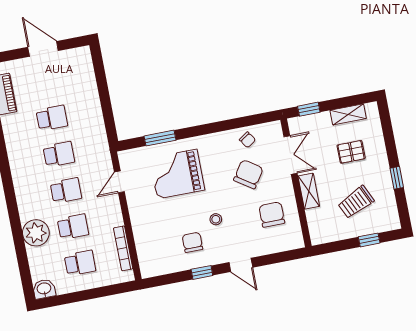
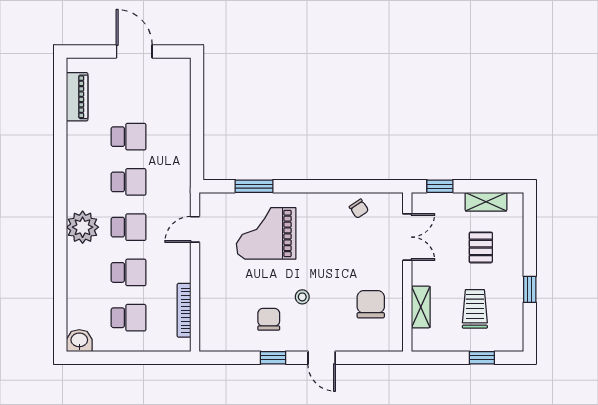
pallet: (351, 152) -> (481, 247), turned 90
chair: (248, 174) -> (352, 250), removed
shelving: (309, 191) -> (421, 307), moved
trolley: (356, 202) -> (475, 309), turned 115
plant: (36, 233) -> (83, 227), moved

